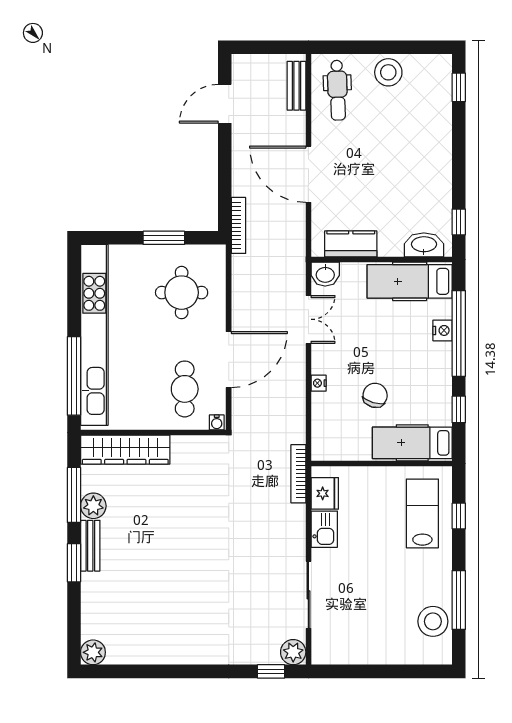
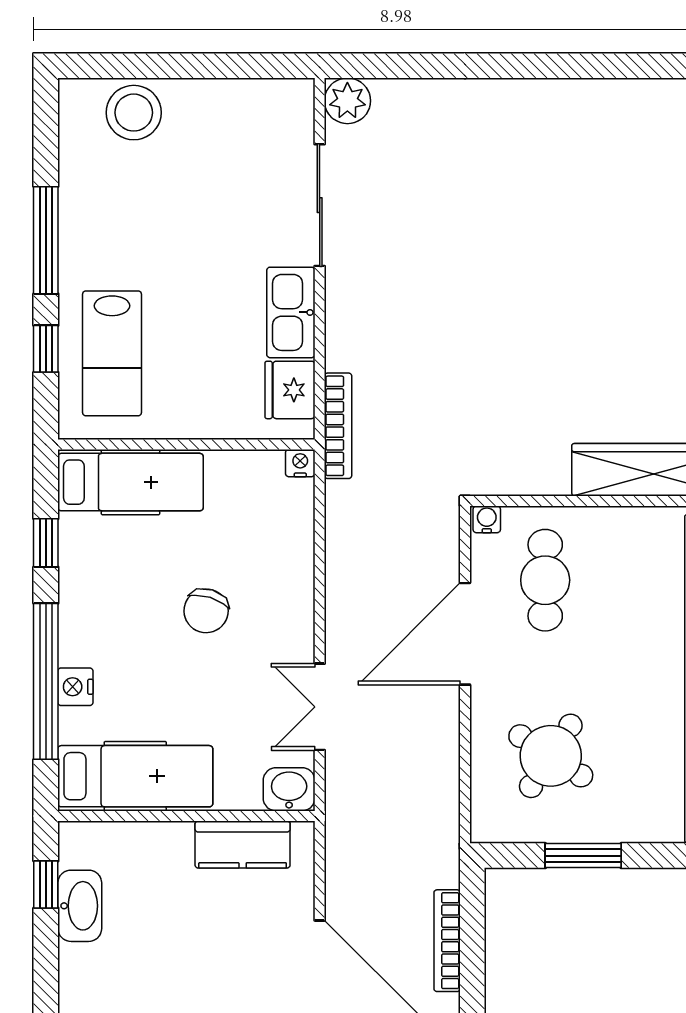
bookcase: (238, 225) -> (447, 941), moved
washbasin: (424, 245) -> (80, 906), moved, turned -90
round table: (182, 293) -> (551, 756), turned 33
nightstand: (319, 383) -> (300, 463), moved, turned -90
chair: (375, 395) -> (206, 611), moved
kitchen sink: (324, 529) -> (291, 312), width x1.38
window: (459, 600) -> (46, 240), moved
stool: (433, 621) -> (134, 113), moved
window: (271, 671) -> (388, 66), removed

